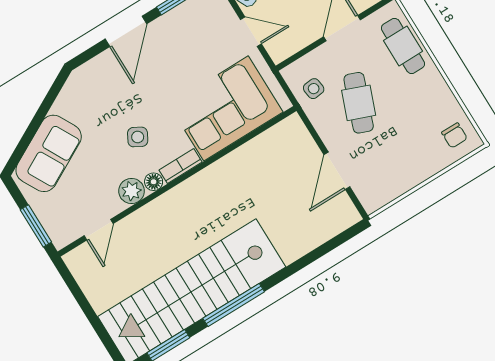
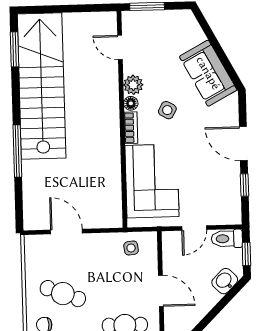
cafe table: (359, 103) -> (63, 294), moved
sofa: (49, 153) -> (208, 73), moved
window: (234, 305) -> (17, 151), moved

